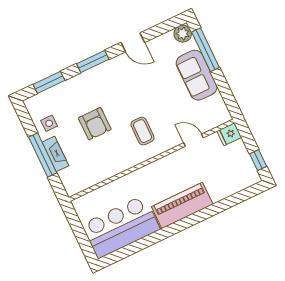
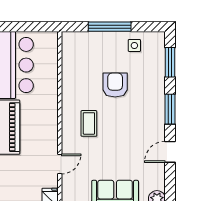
armchair: (95, 124) -> (115, 85), turned 90
coffee table: (142, 131) -> (89, 123), turned 90
fireplace: (55, 154) -> (105, 38), removed

